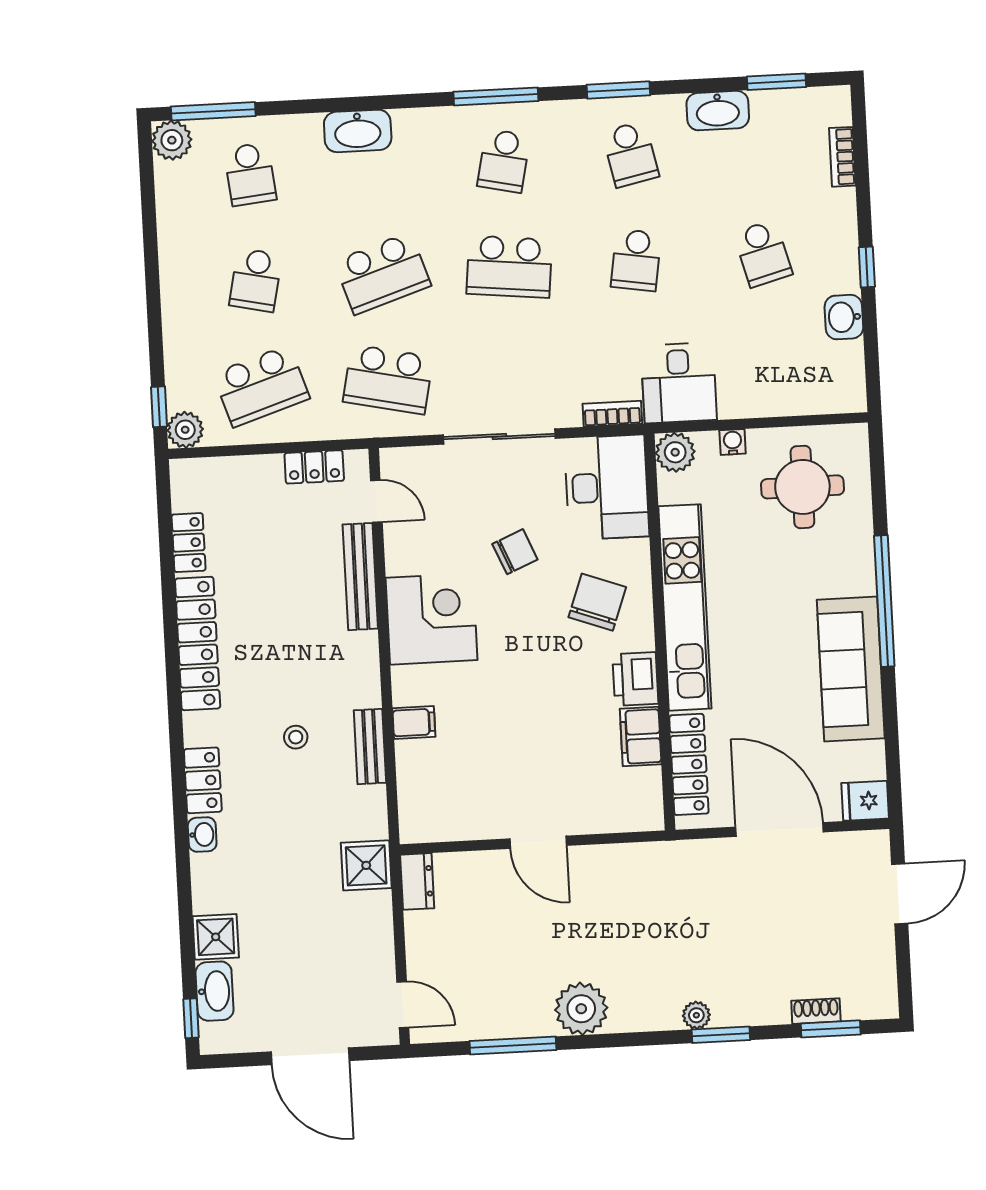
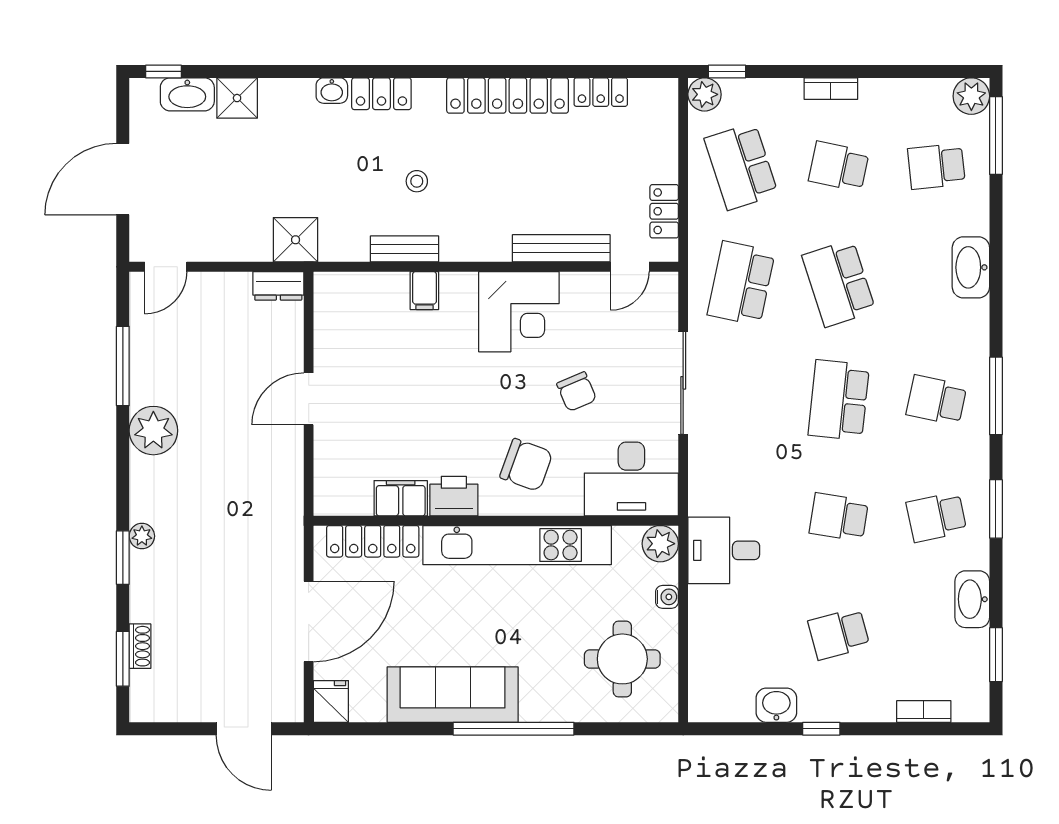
bookcase: (612, 414) -> (831, 89), moved, turned 90

